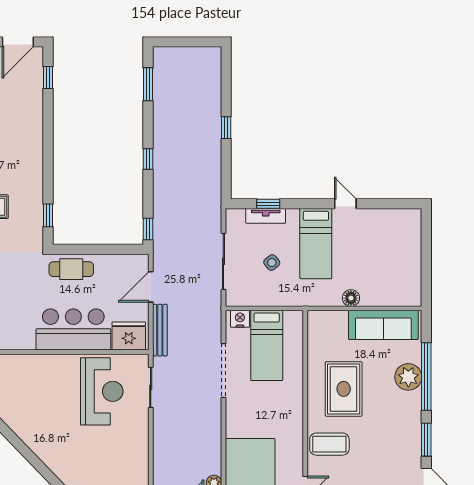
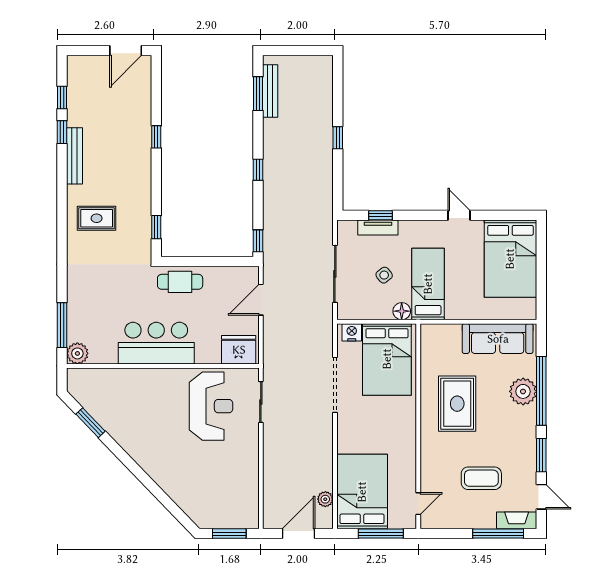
window: (48, 77) -> (156, 137), moved
bed: (316, 244) -> (428, 284), moved, turned 180
bed: (396, 246) -> (510, 259), added
floor lamp: (351, 298) -> (402, 311), moved
bar counter: (73, 329) -> (156, 343), moved
bench: (160, 330) -> (270, 91), moved
bed: (267, 345) -> (387, 359), width x1.50
coffee table: (329, 444) -> (481, 478), moved

